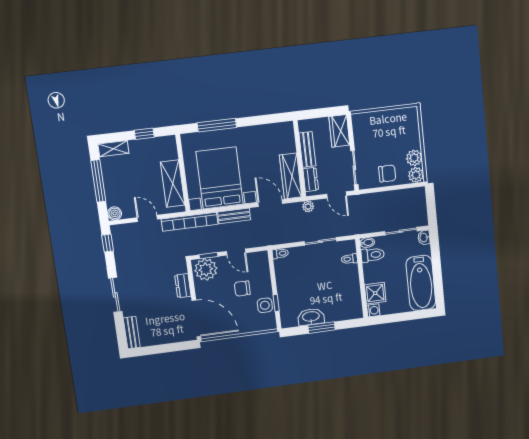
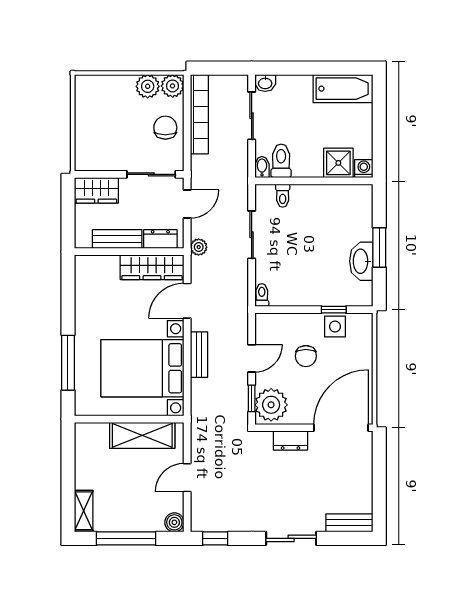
window: (144, 134) -> (68, 465), removed
bookcase: (190, 222) -> (199, 114), moved
bathtub: (421, 283) -> (343, 89), width x0.73, depth x0.73

